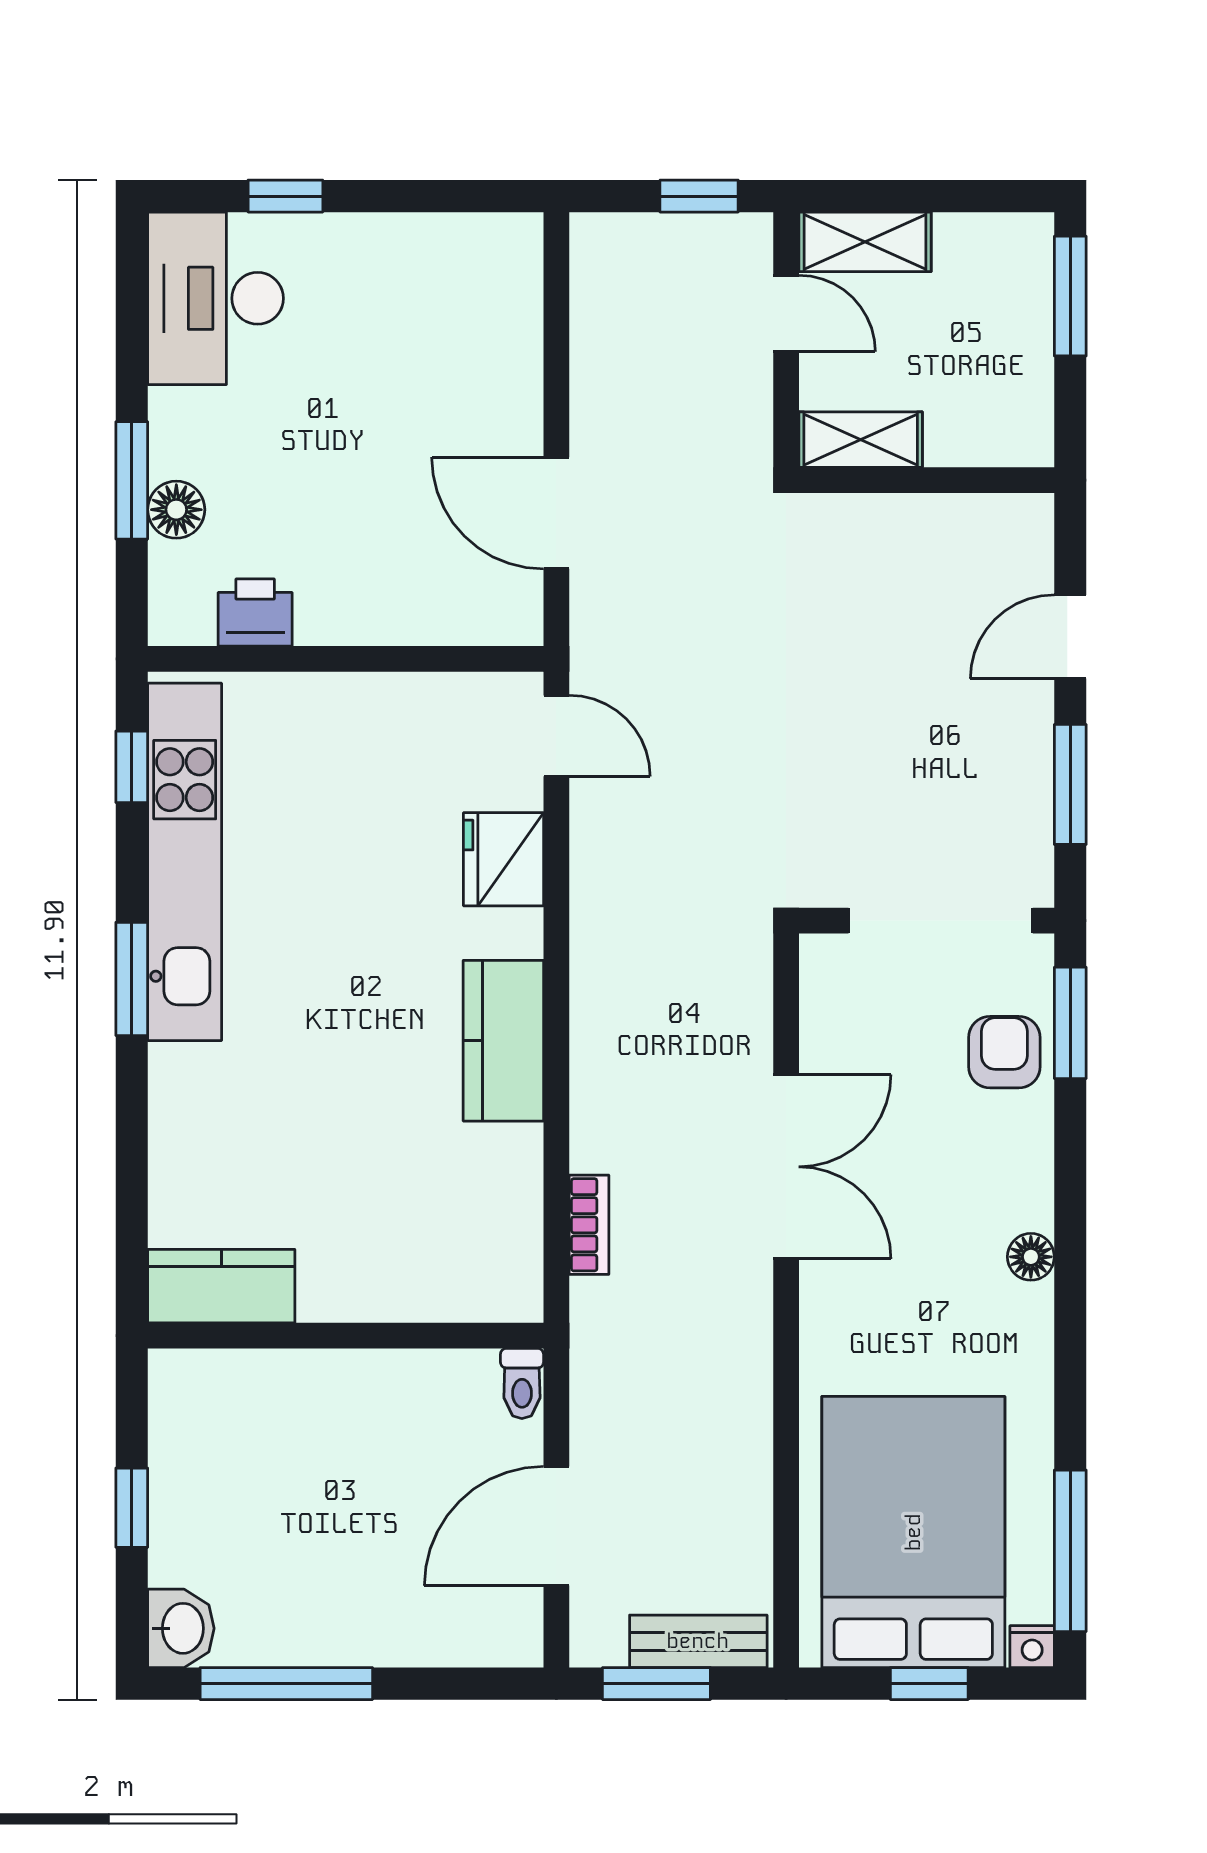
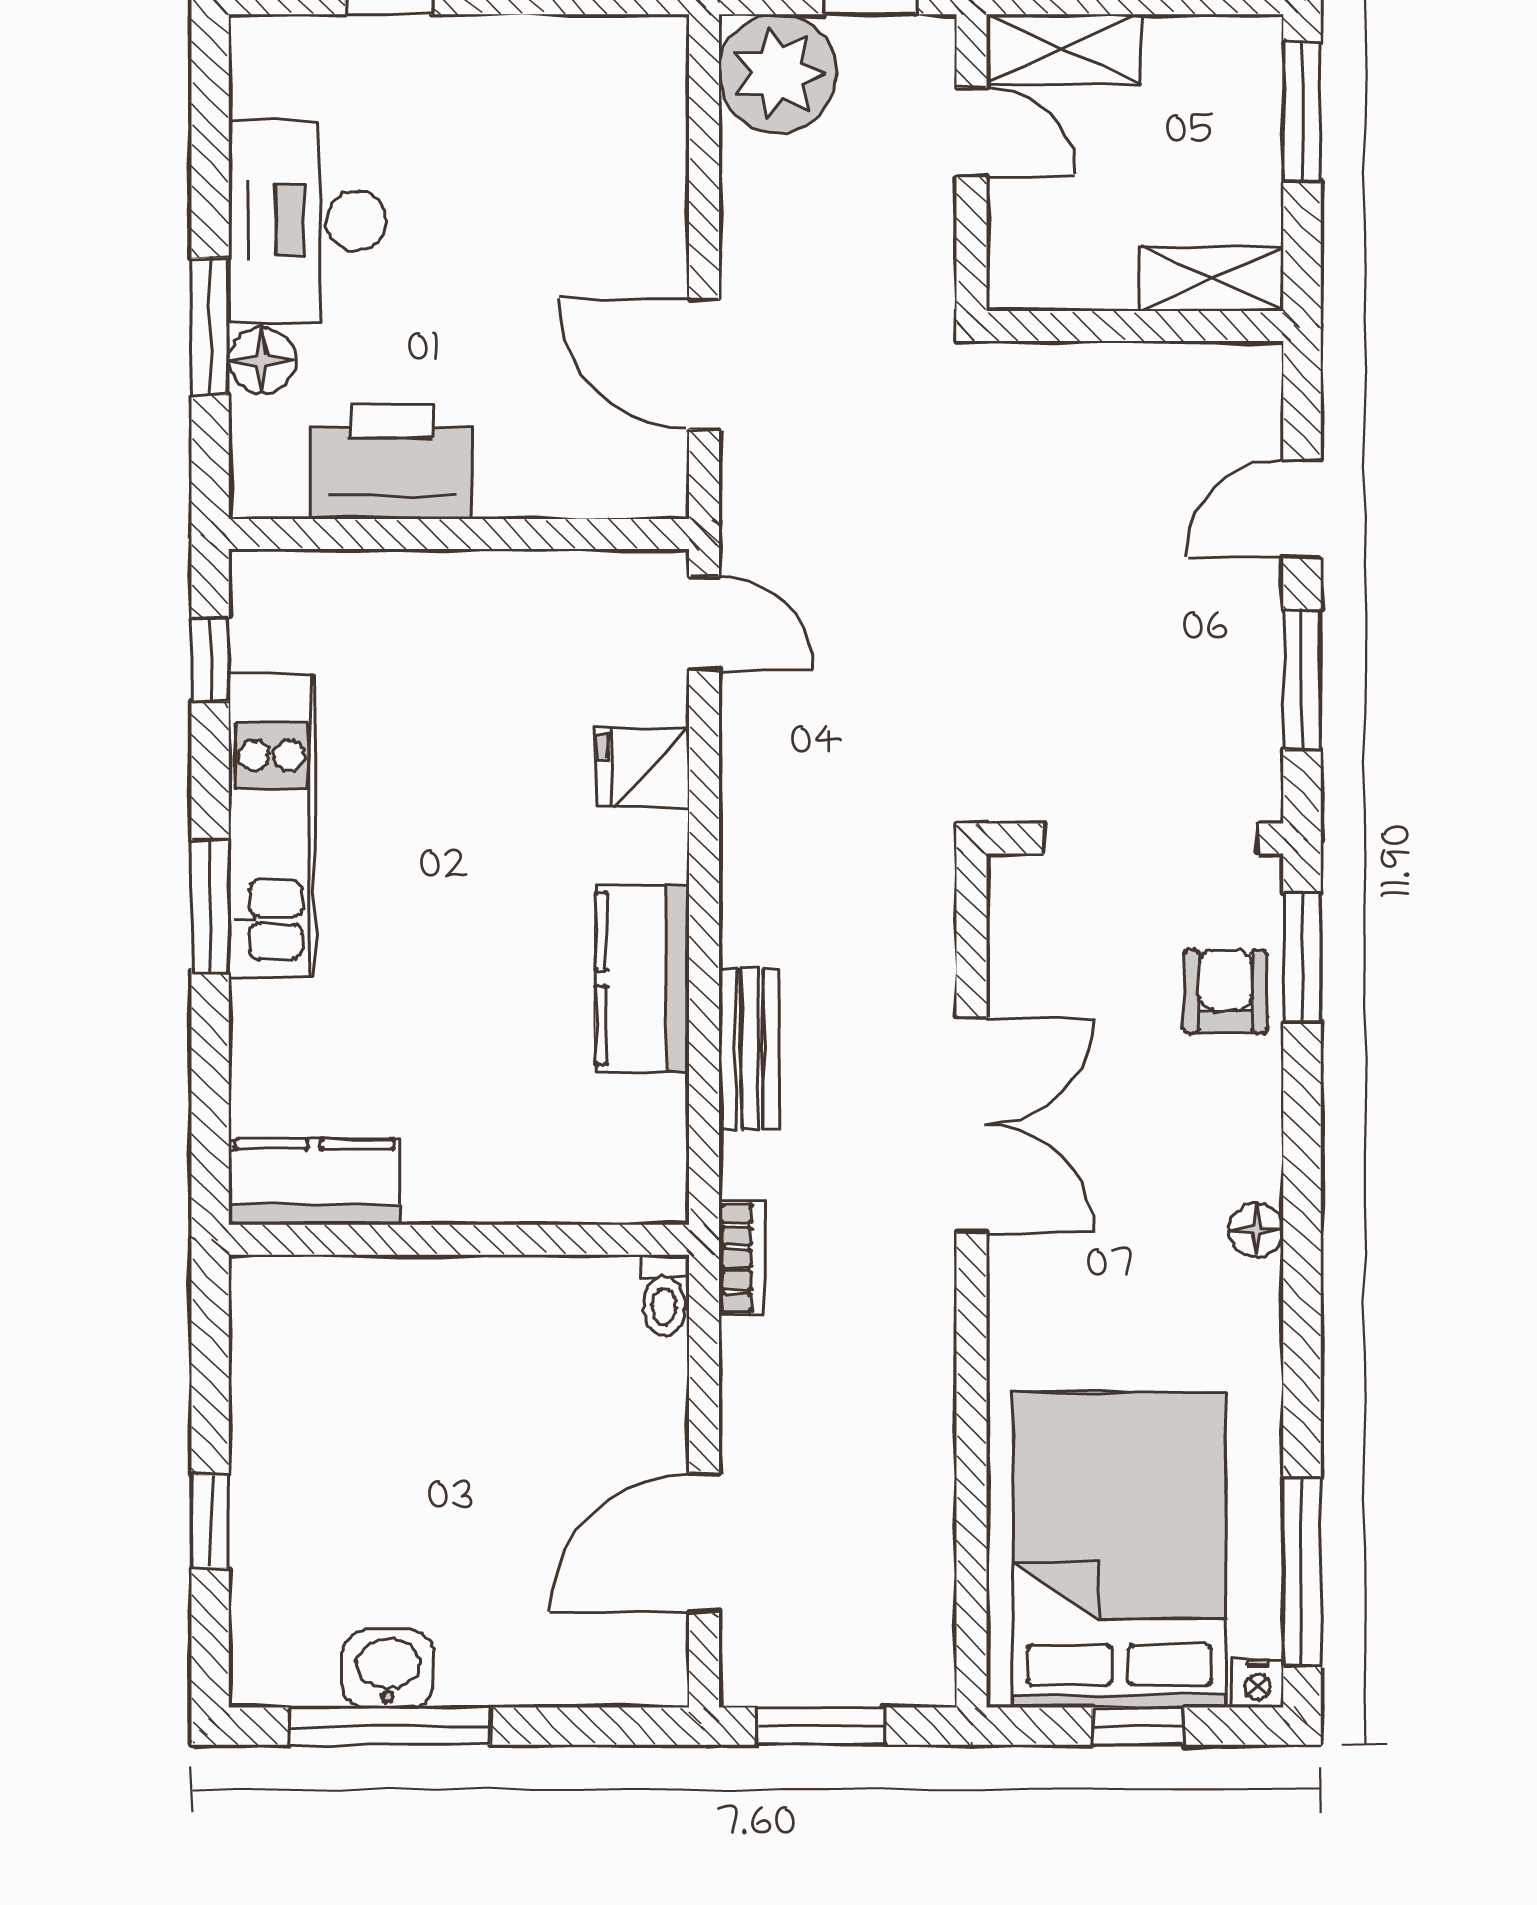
plant: (620, 263) -> (778, 73), added
desk: (216, 298) -> (308, 221), moved
shelving: (861, 440) -> (1212, 279), moved
printer: (255, 613) -> (391, 461), width x1.87, depth x1.48
fridge: (503, 859) -> (643, 767), width x0.72
kitchen unit: (185, 862) -> (272, 826), width x0.73
bookcase: (589, 1225) -> (742, 1258), moved
kitchen counter: (221, 1286) -> (314, 1182), moved
wall: (346, 1336) -> (459, 1240), moved
toilet: (522, 1383) -> (664, 1295), moved
washbasin: (181, 1628) -> (388, 1669), moved, turned -90
bench: (698, 1641) -> (749, 1049), moved, turned 90

